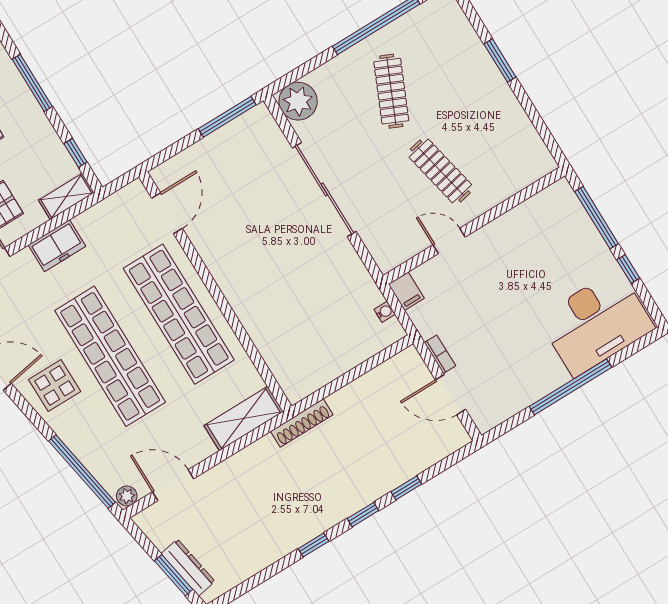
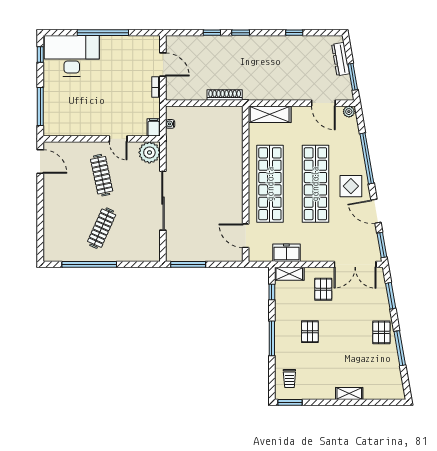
window: (500, 60) -> (40, 211), removed
plant: (298, 101) -> (149, 152), moved
door: (546, 135) -> (40, 161), added
door: (167, 213) -> (246, 236), hinge flipped
freezer: (57, 246) -> (286, 253), moved
window: (628, 269) -> (40, 54), moved
shoe rack: (302, 423) -> (225, 95), moved
window: (82, 472) -> (367, 158), moved
window: (313, 545) -> (294, 33), moved
window: (174, 575) -> (353, 77), moved

